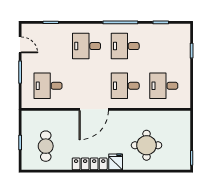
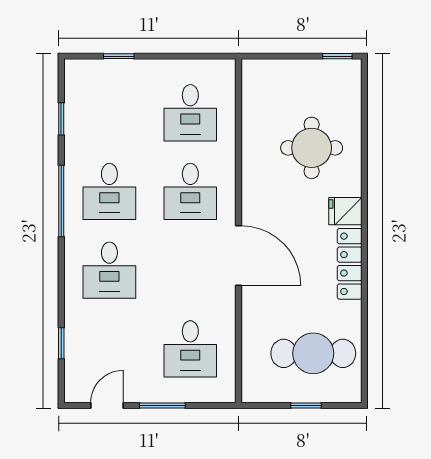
cafe table: (46, 146) -> (313, 353), width x1.37, depth x1.35

